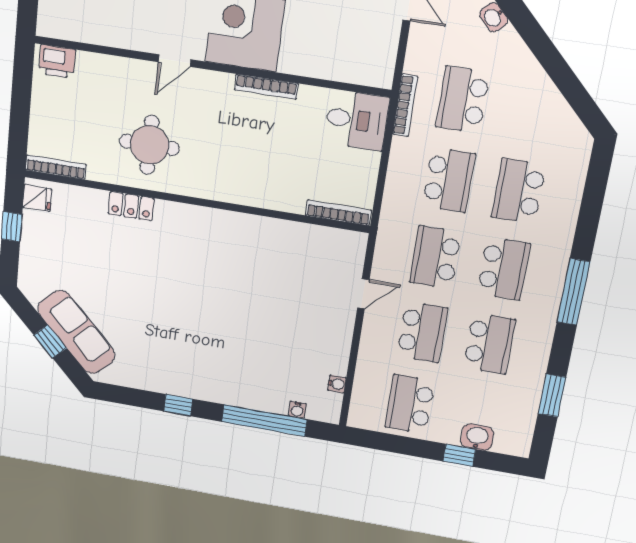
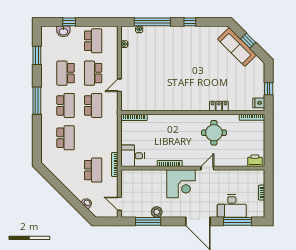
school desk: (449, 180) -> (93, 138), removed
school desk: (504, 269) -> (66, 105), turned 180

